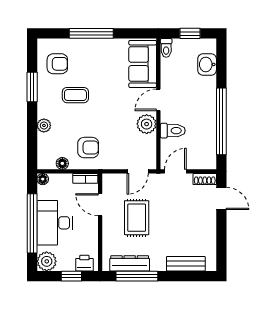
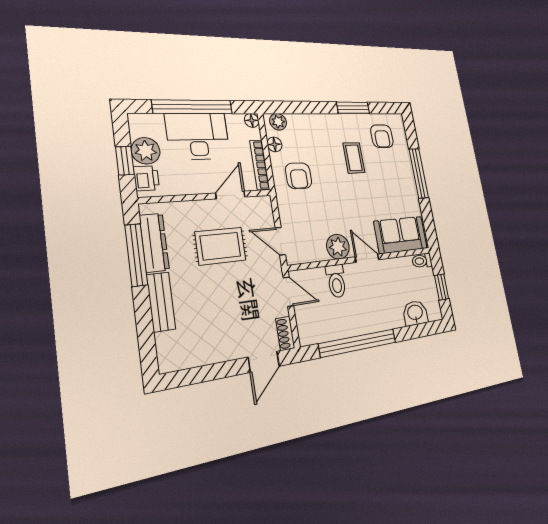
plant: (44, 125) -> (278, 122), moved
bookcase: (85, 178) -> (260, 165), width x1.56
plant: (47, 261) -> (146, 151), moved
bench: (186, 264) -> (161, 302), moved

